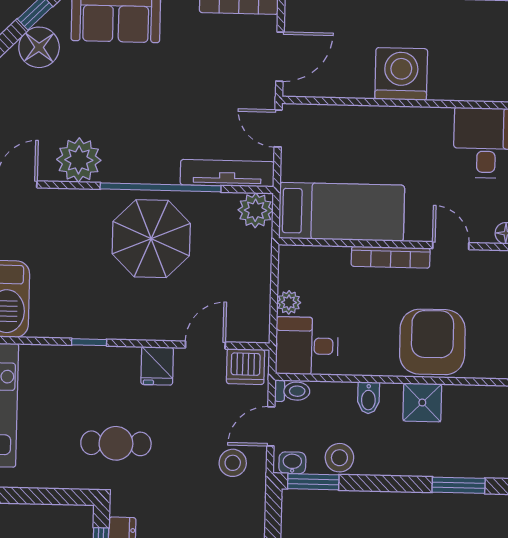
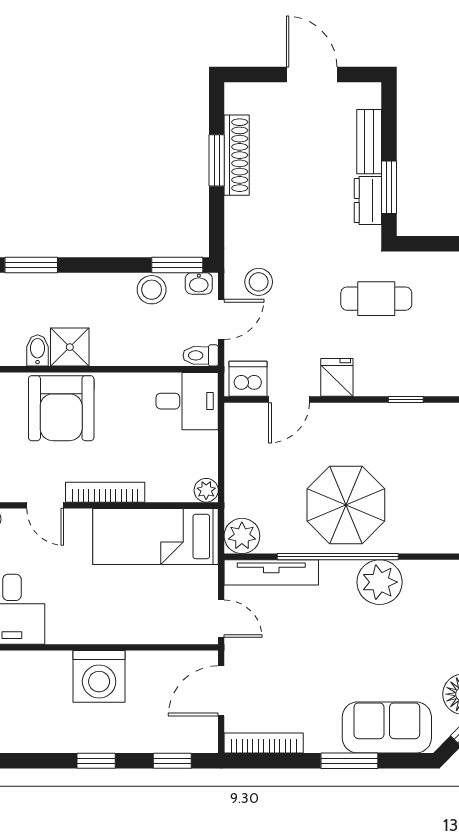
plant: (79, 160) -> (380, 582), moved
plant: (289, 302) -> (206, 490), moved
bidet: (368, 398) -> (38, 350), moved

